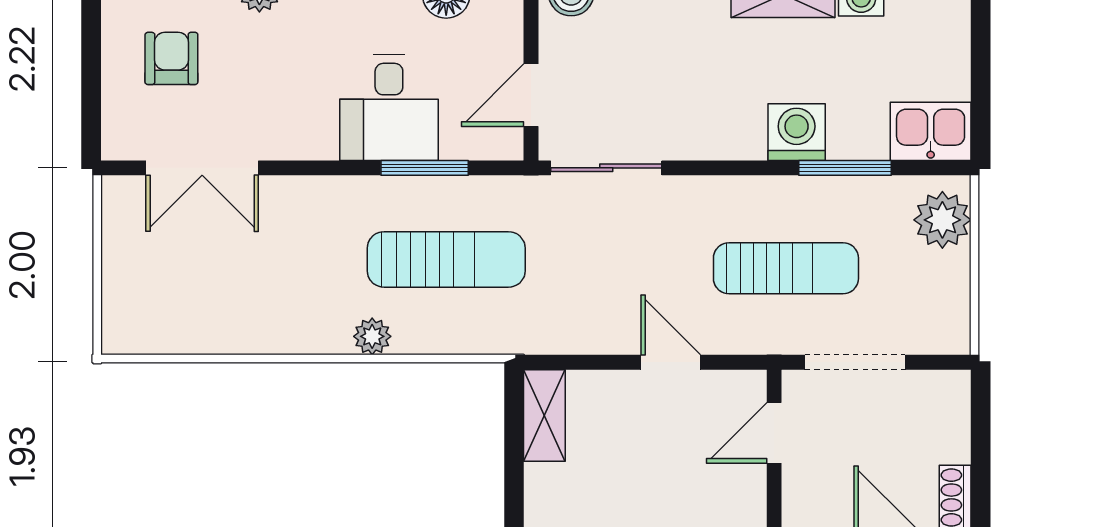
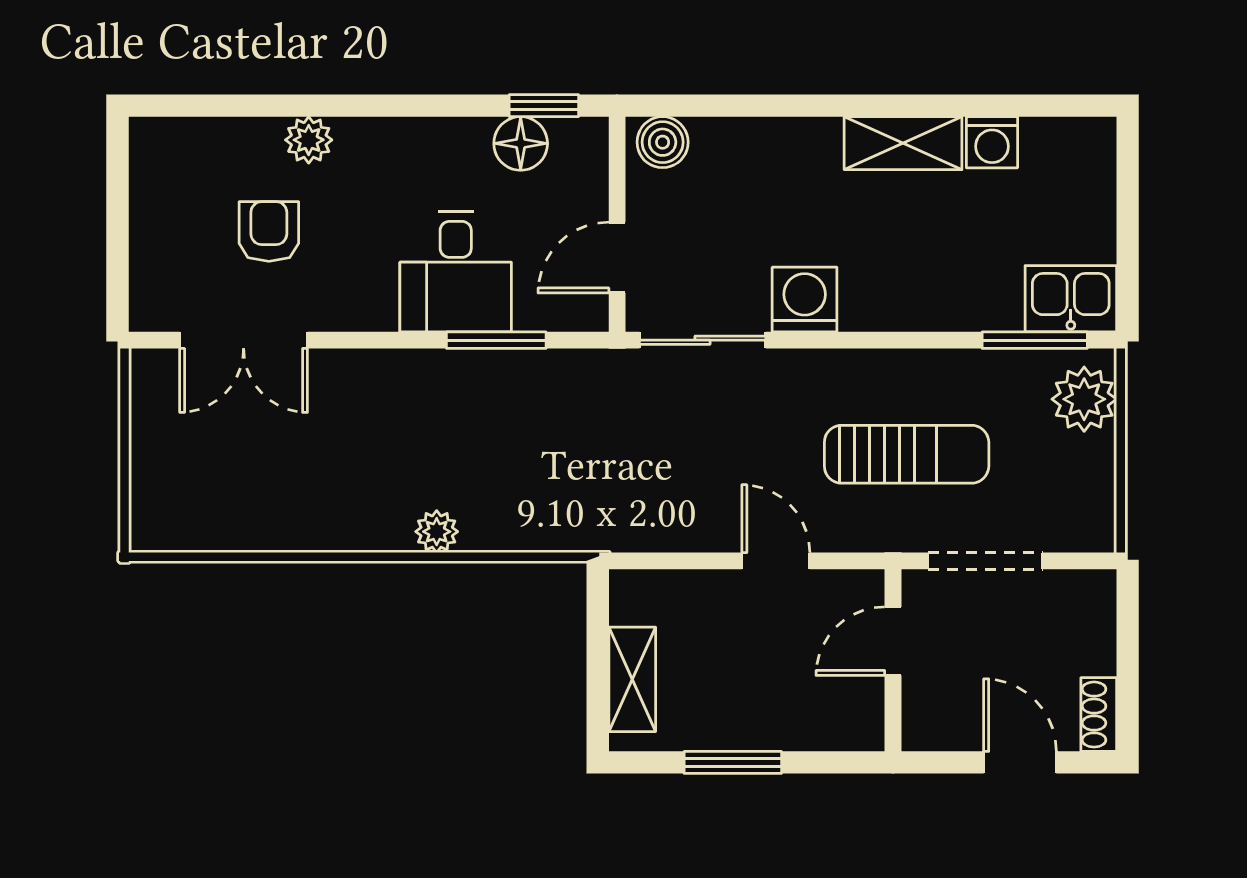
armchair: (171, 58) -> (269, 231), moved
washing machine: (797, 132) -> (805, 300), moved
window: (845, 168) -> (1035, 340), moved
sun lounger: (446, 259) -> (521, 444), removed
shelving: (544, 415) -> (632, 679), moved

